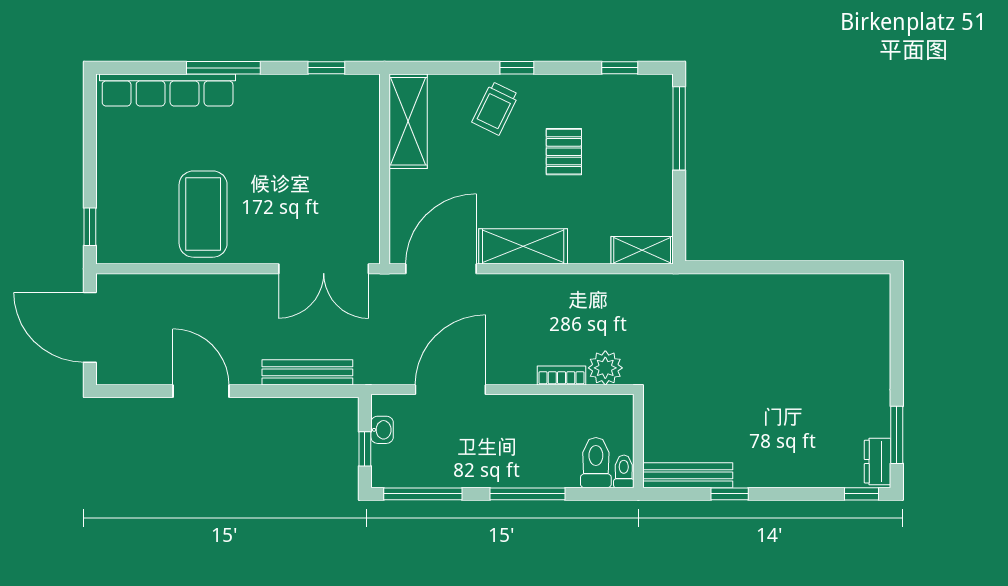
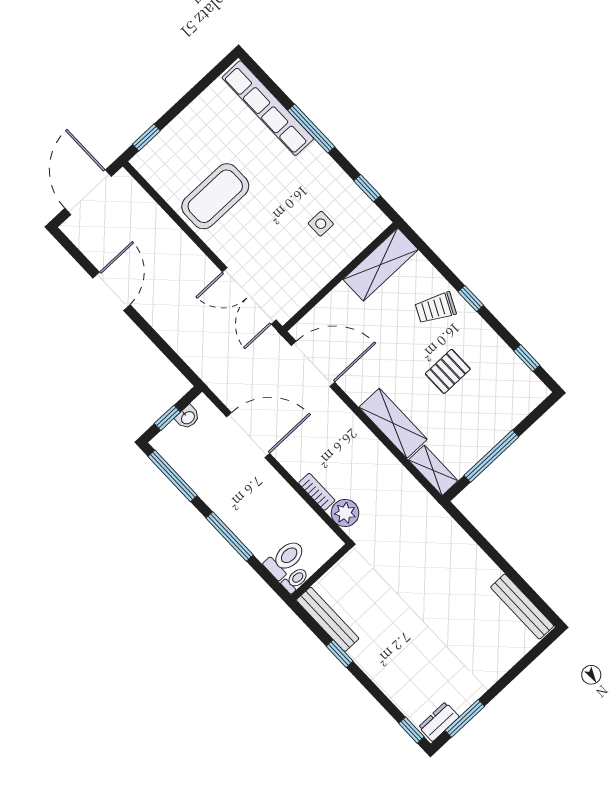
window: (679, 128) -> (491, 456), moved
side table: (319, 141) -> (321, 224), added
shelving: (523, 246) -> (393, 423), moved
bench: (307, 372) -> (522, 607), moved

